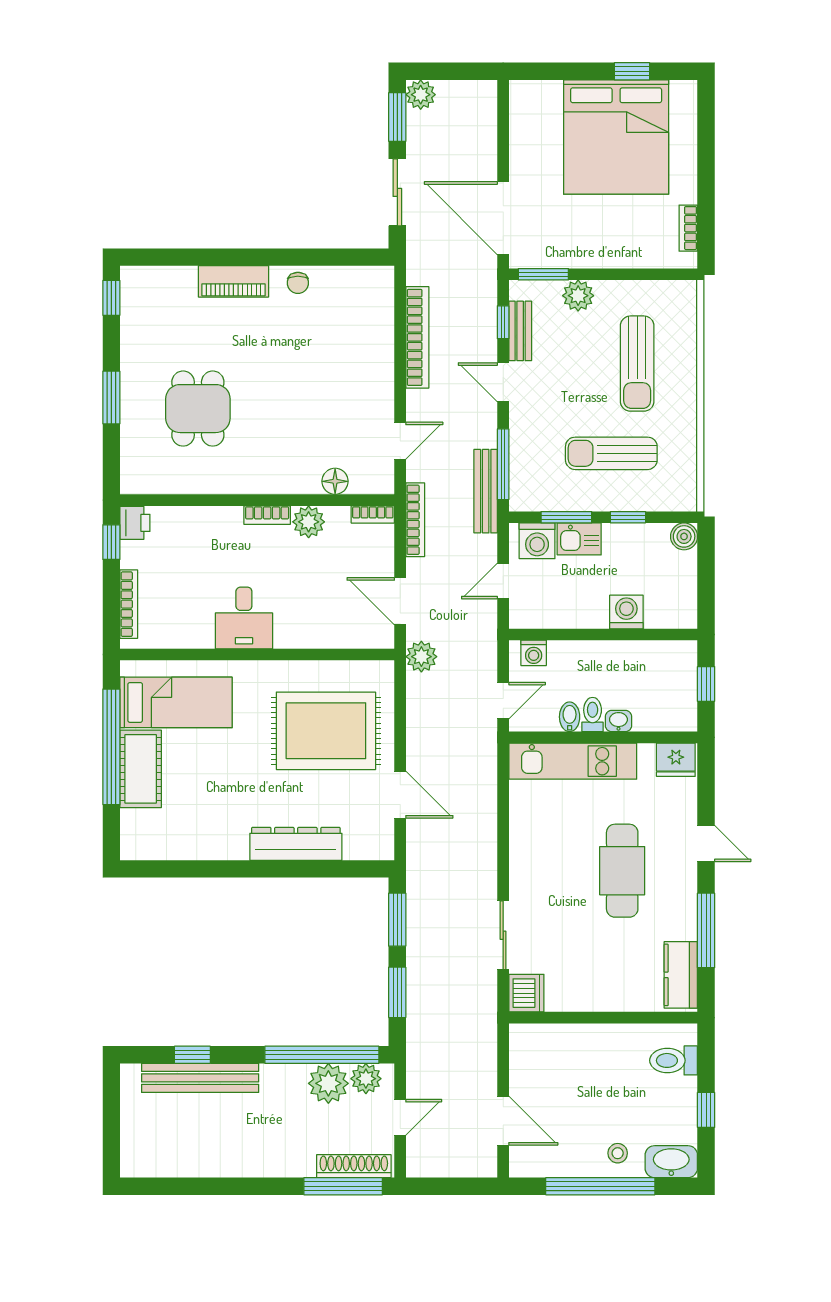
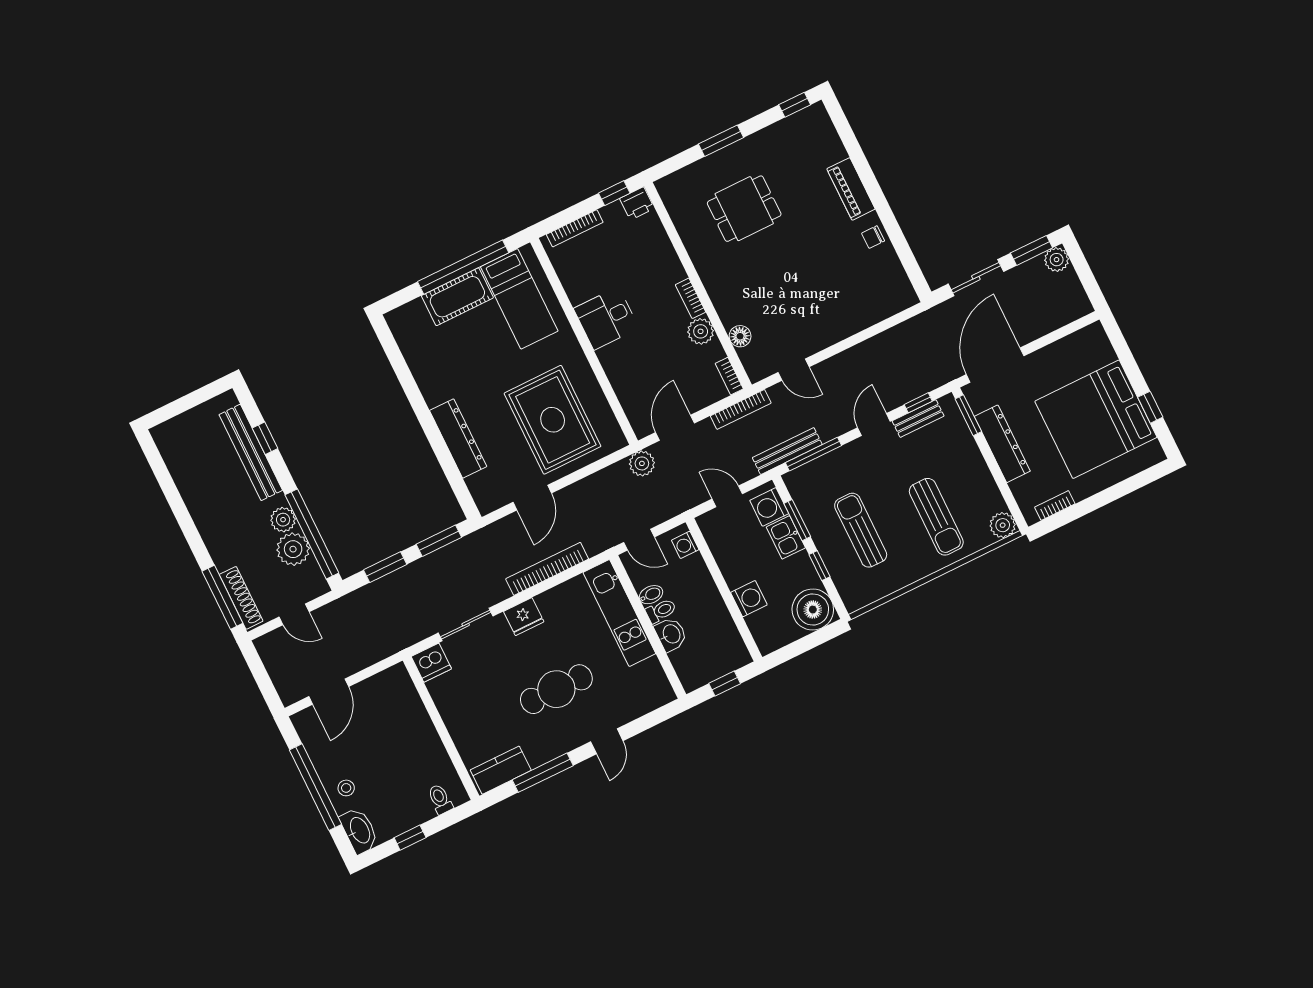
dresser: (593, 252) -> (1002, 444), added
plant: (578, 296) -> (1003, 525), moved
bookcase: (417, 337) -> (547, 569), moved, turned 180
sun lounger: (637, 364) -> (936, 517), turned -90
boiler: (684, 536) -> (813, 610), width x1.86, depth x1.86
washbasin: (618, 721) -> (671, 634), width x1.38, depth x1.45
fridge: (676, 760) -> (524, 617), moved, turned -90
toilet: (674, 1060) -> (440, 799), width x0.73, depth x0.72
plant: (366, 1079) -> (283, 520), moved

